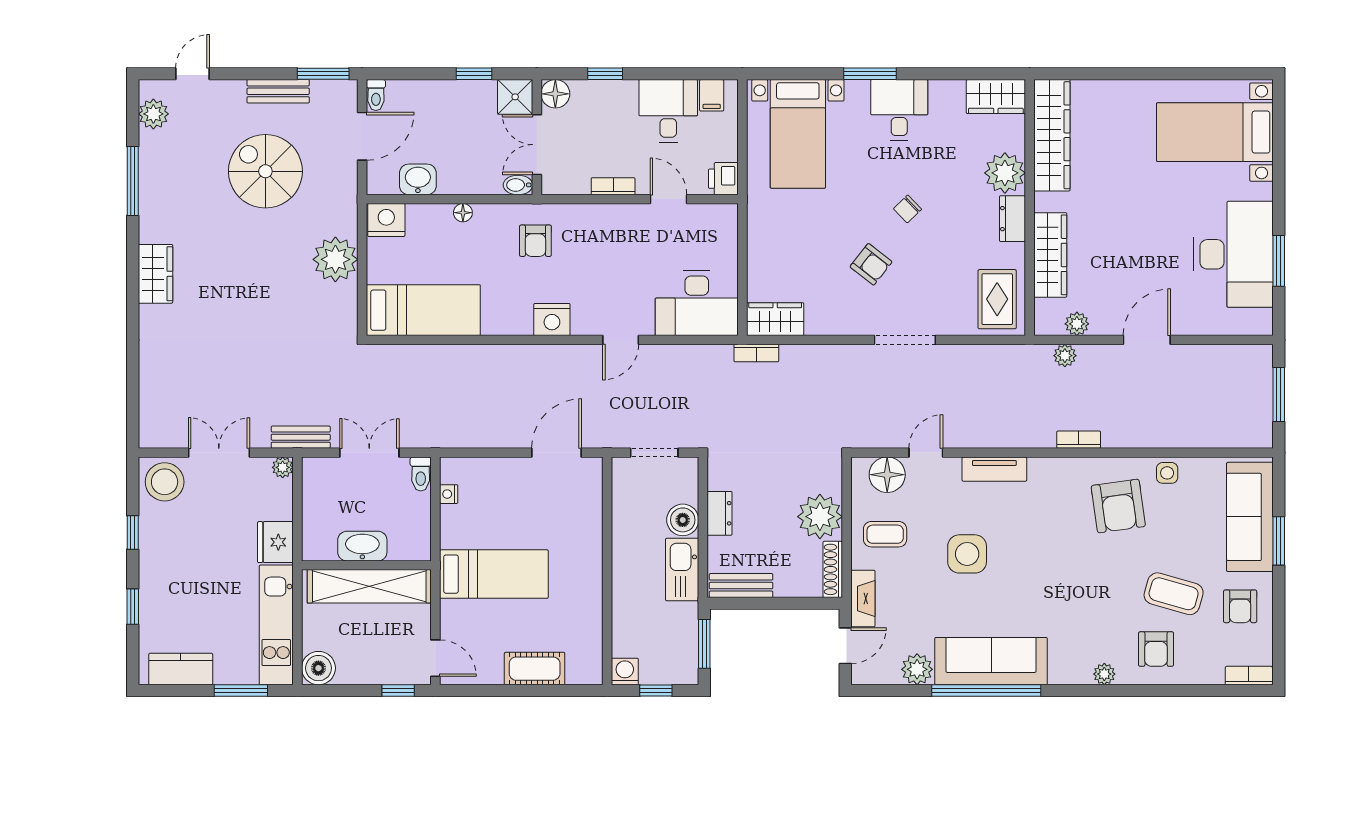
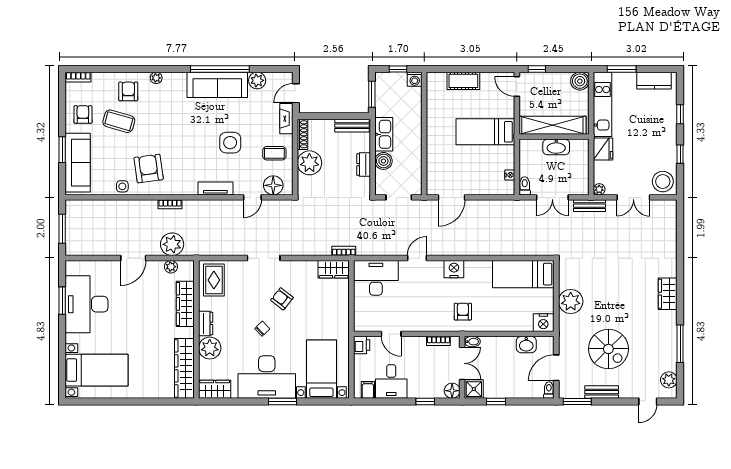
desk: (899, 110) -> (267, 377), width x1.87, depth x1.30
bookcase: (613, 186) -> (438, 341), moved
floor lamp: (463, 213) -> (502, 327), removed
plant: (1065, 356) -> (172, 244), width x1.88, depth x1.88

